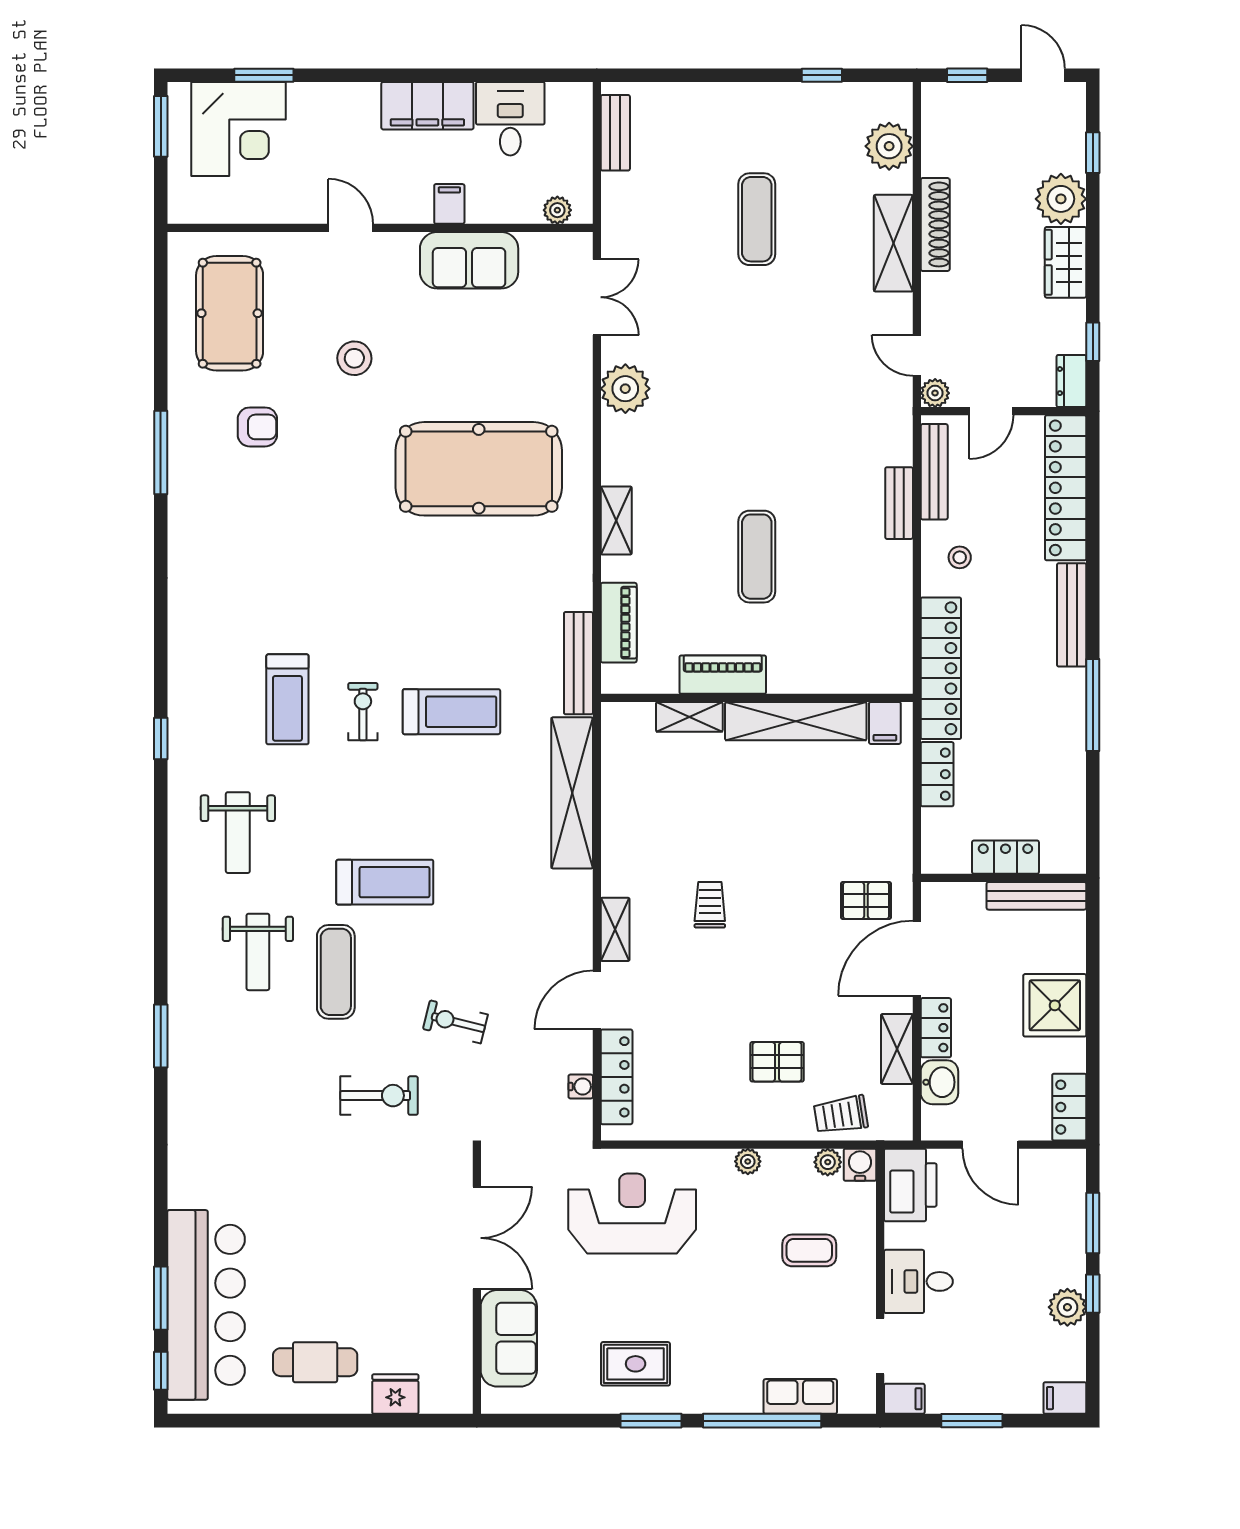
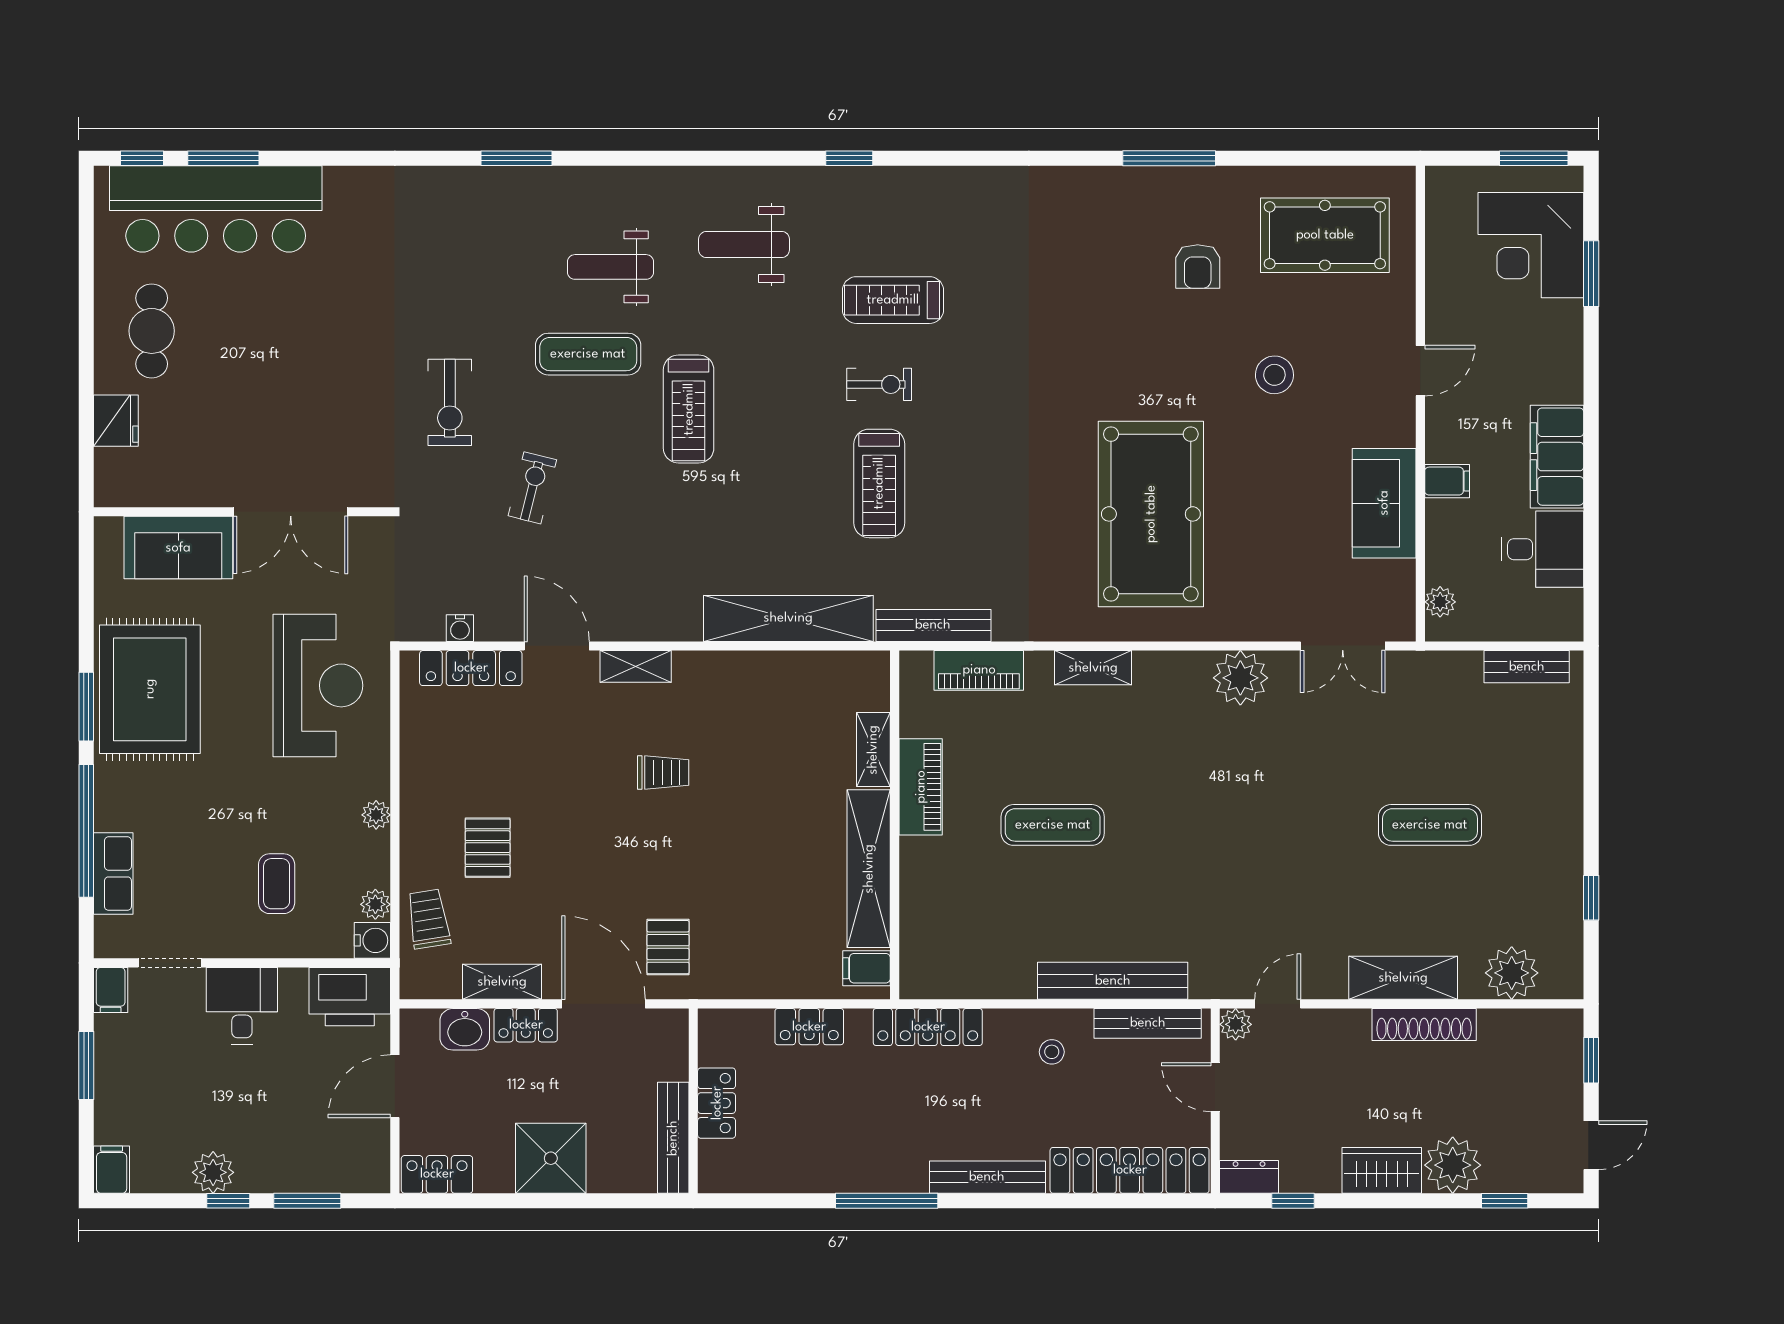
bench: (899, 503) -> (1113, 981), width x1.86, depth x1.21
locker: (941, 668) -> (928, 1027), width x0.71, depth x0.83
rug: (636, 1364) -> (150, 689), width x1.86, depth x2.06

